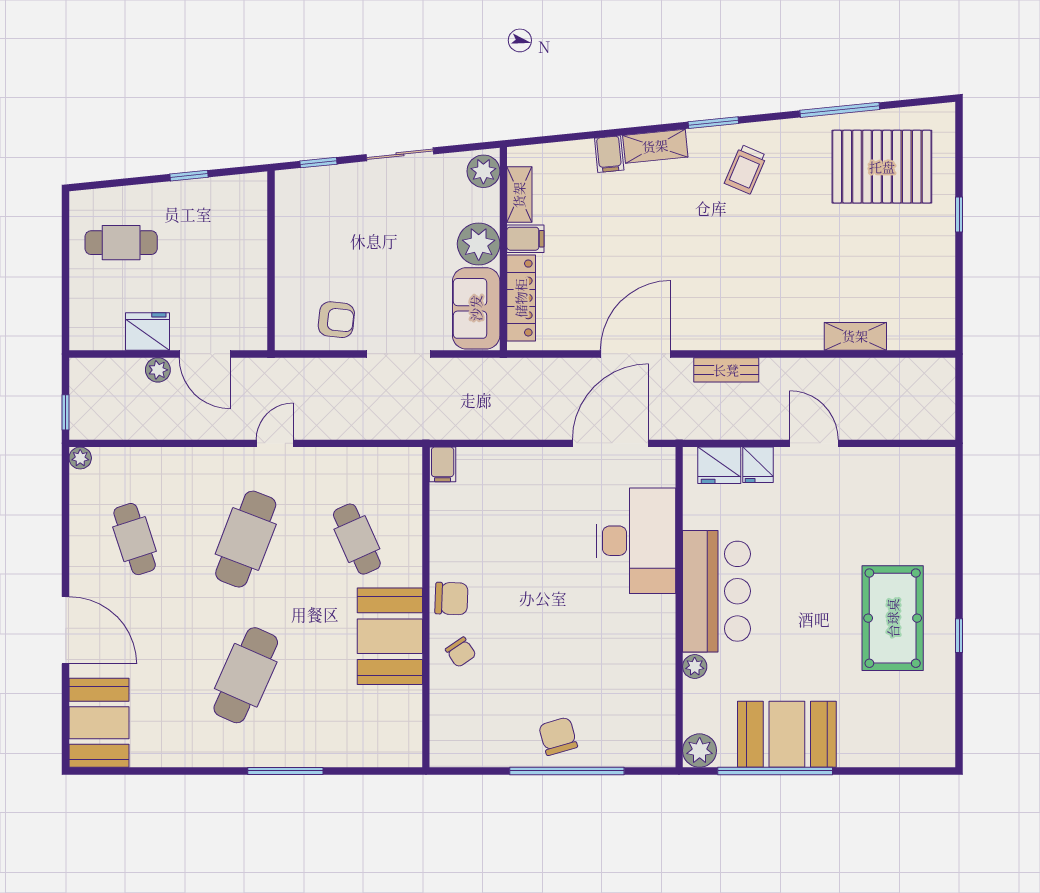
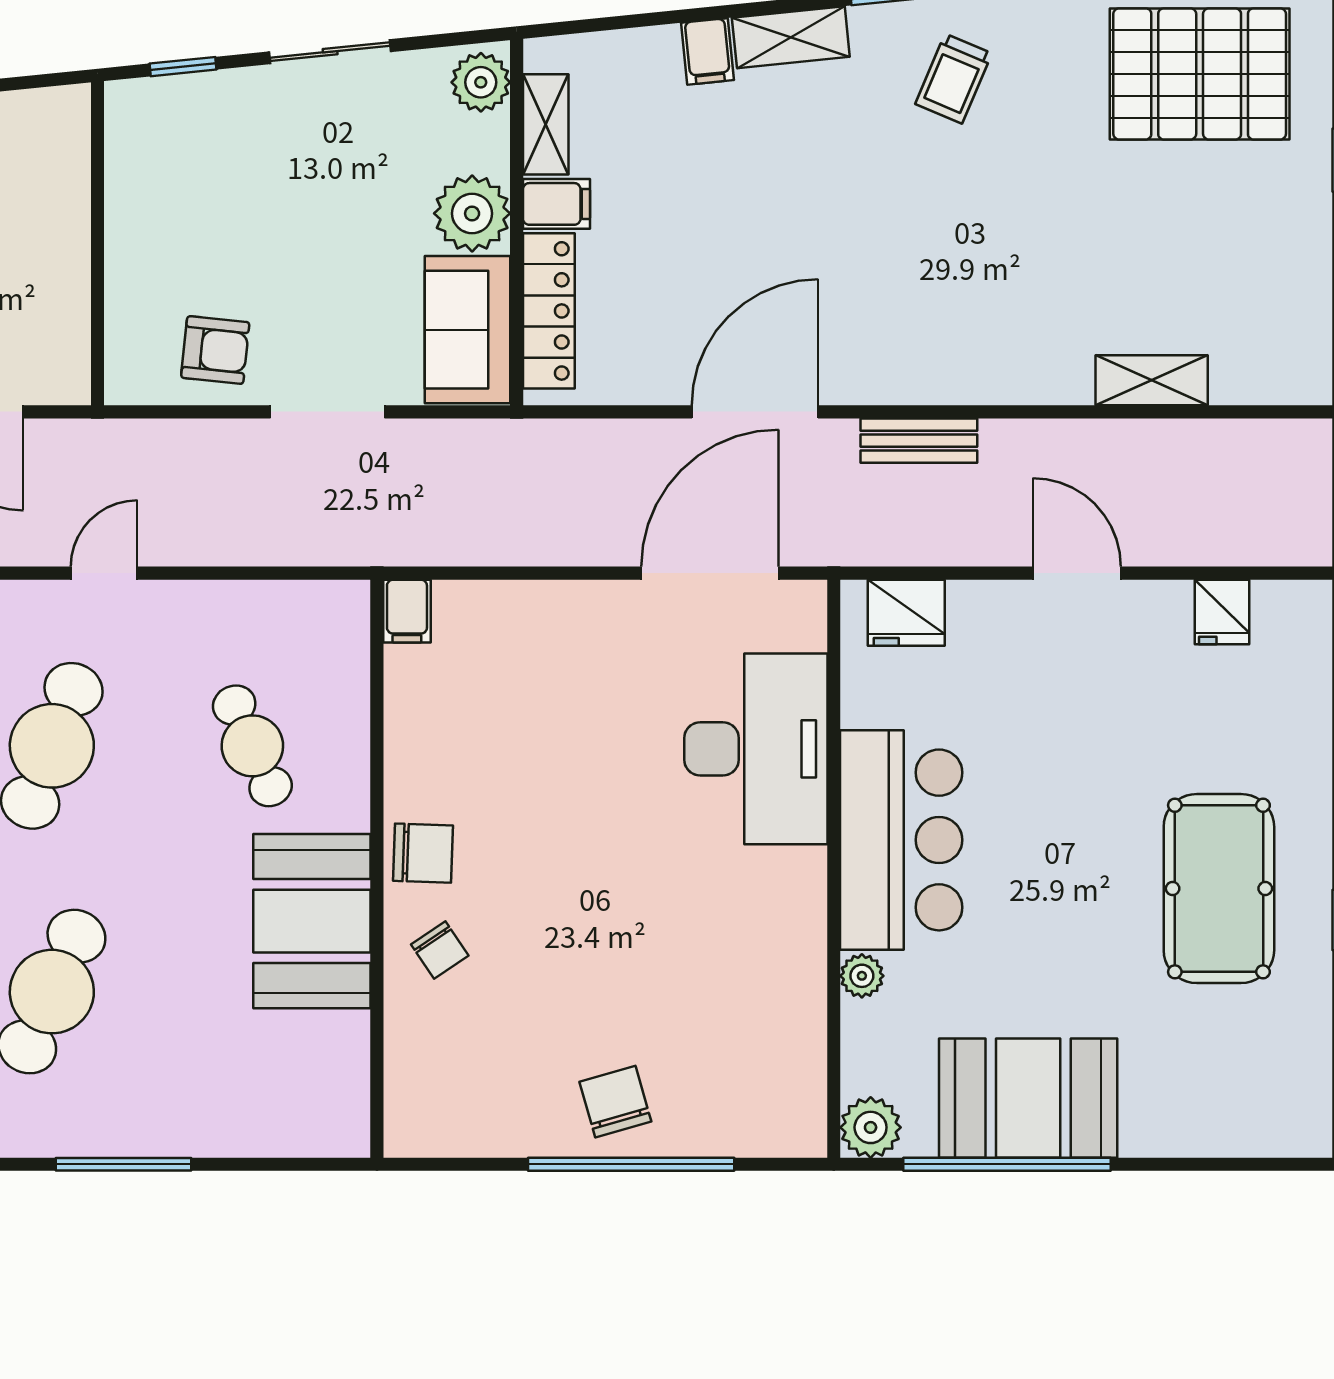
fridge: (758, 465) -> (1222, 612), moved

